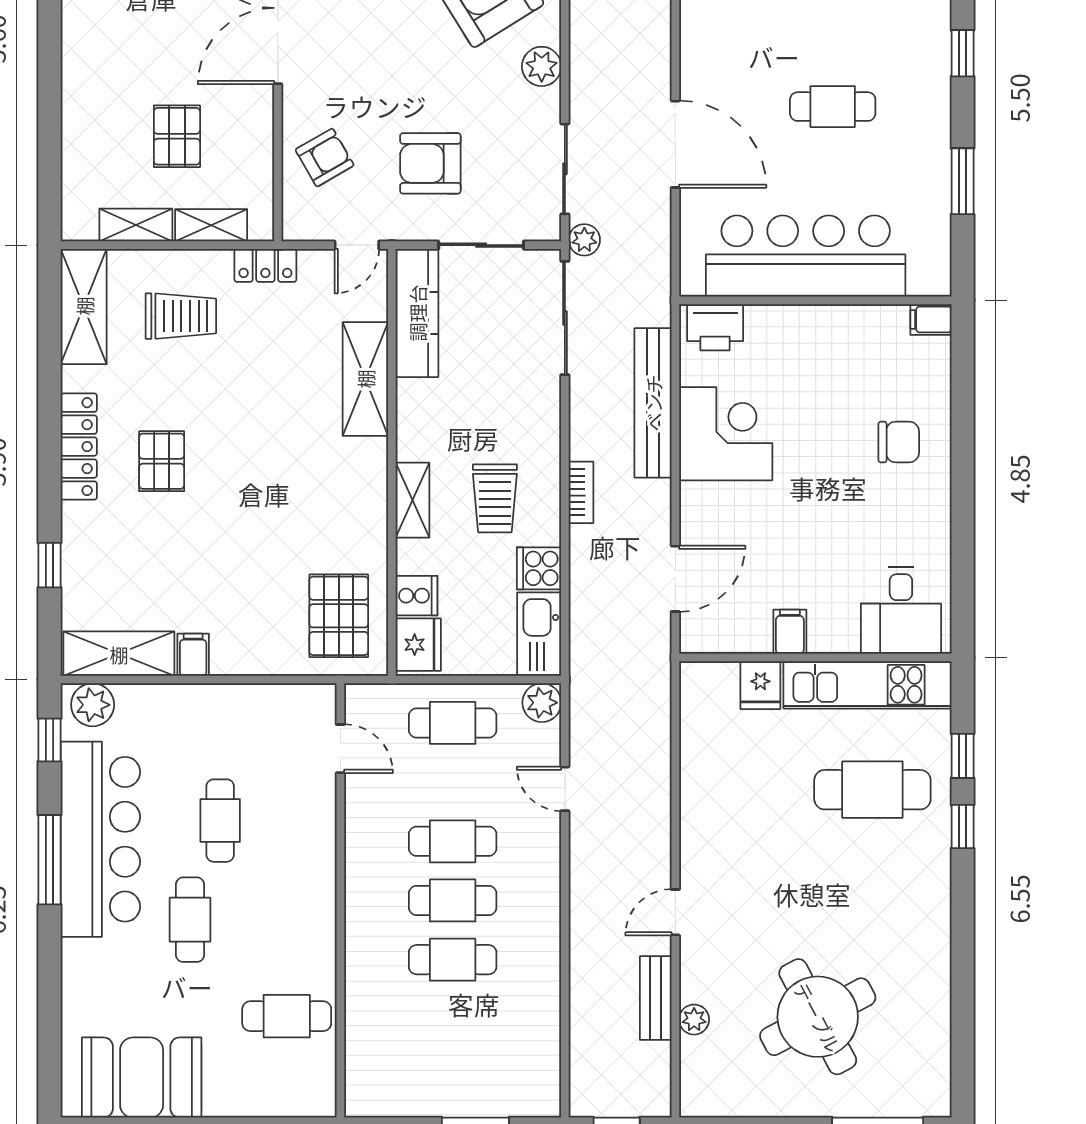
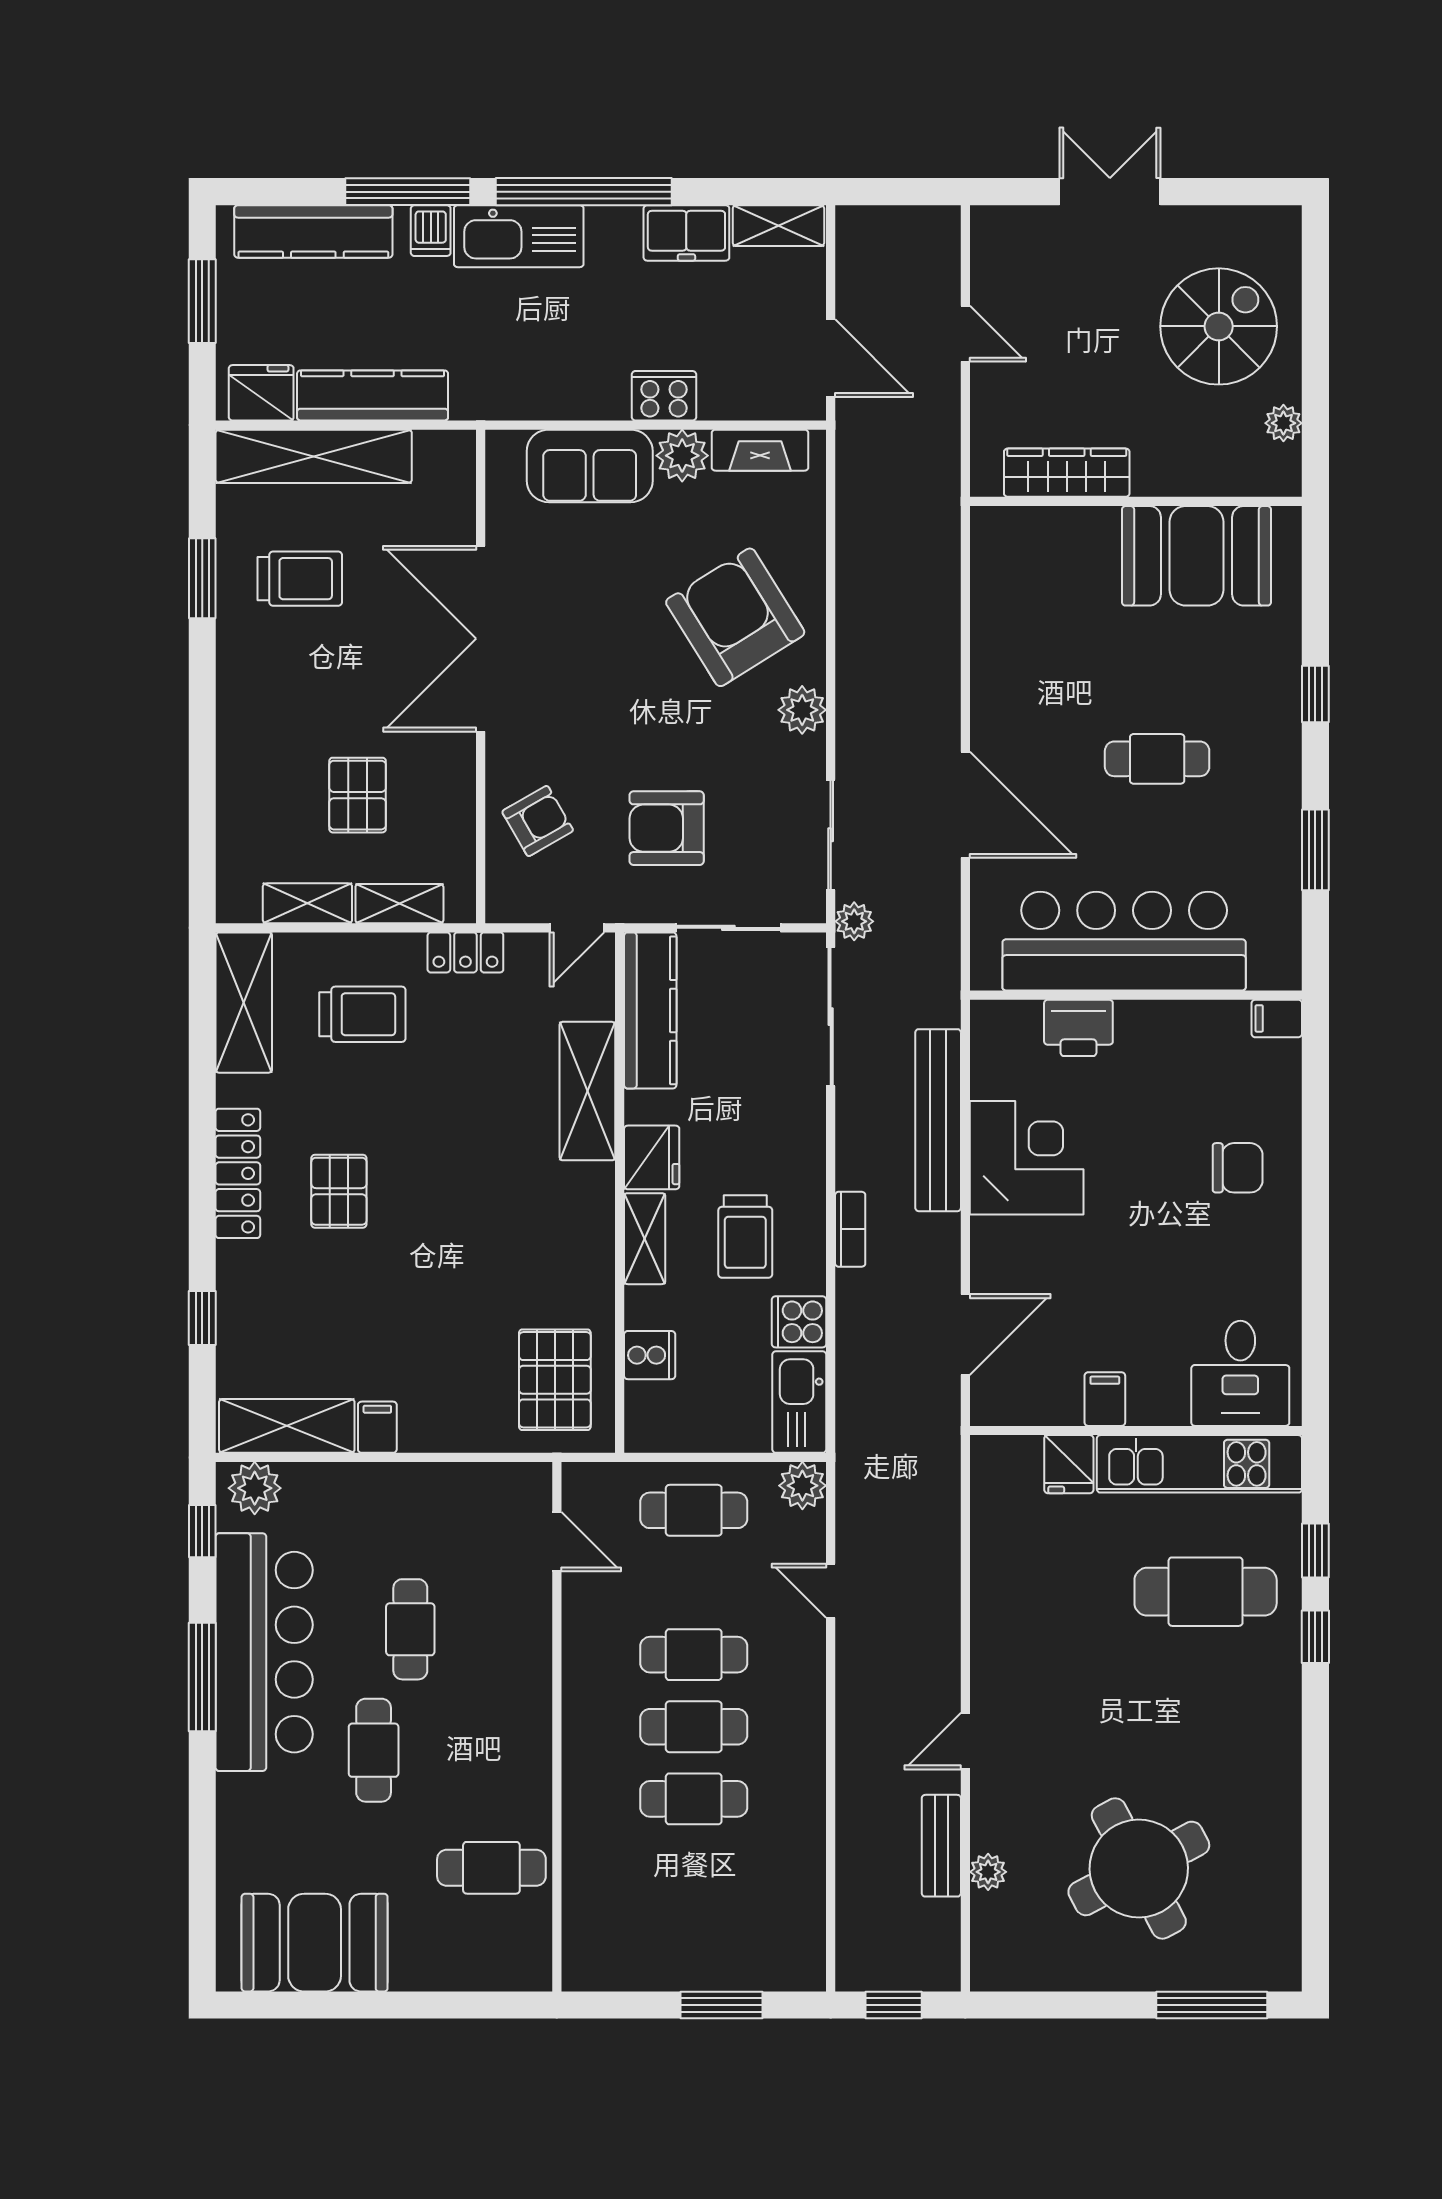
printer: (715, 327) -> (1078, 1028), moved
fridge: (418, 645) -> (652, 1157), moved

